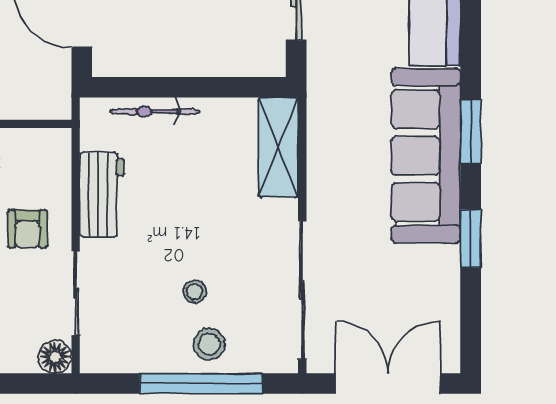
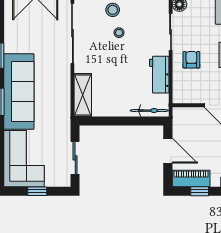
bicycle: (155, 112) -> (149, 111), moved

